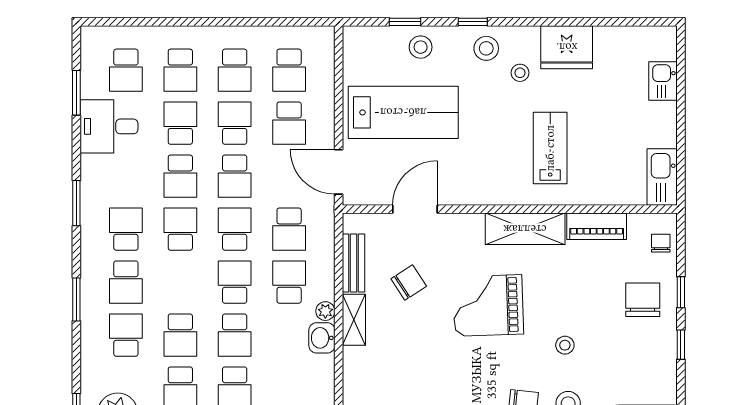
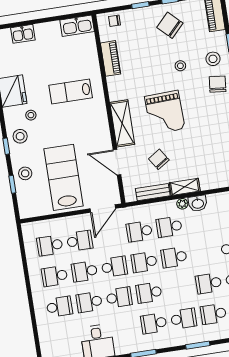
school desk: (126, 70) -> (64, 337), removed
school desk: (235, 70) -> (55, 276), turned 180
school desk: (289, 70) -> (50, 245), turned 180
school desk: (289, 229) -> (139, 231), turned 180
shelving: (525, 229) -> (122, 123), moved
chair: (643, 300) -> (170, 25), moved, turned 44
school desk: (180, 335) -> (209, 283), turned 180
school desk: (235, 335) -> (204, 253), removed

